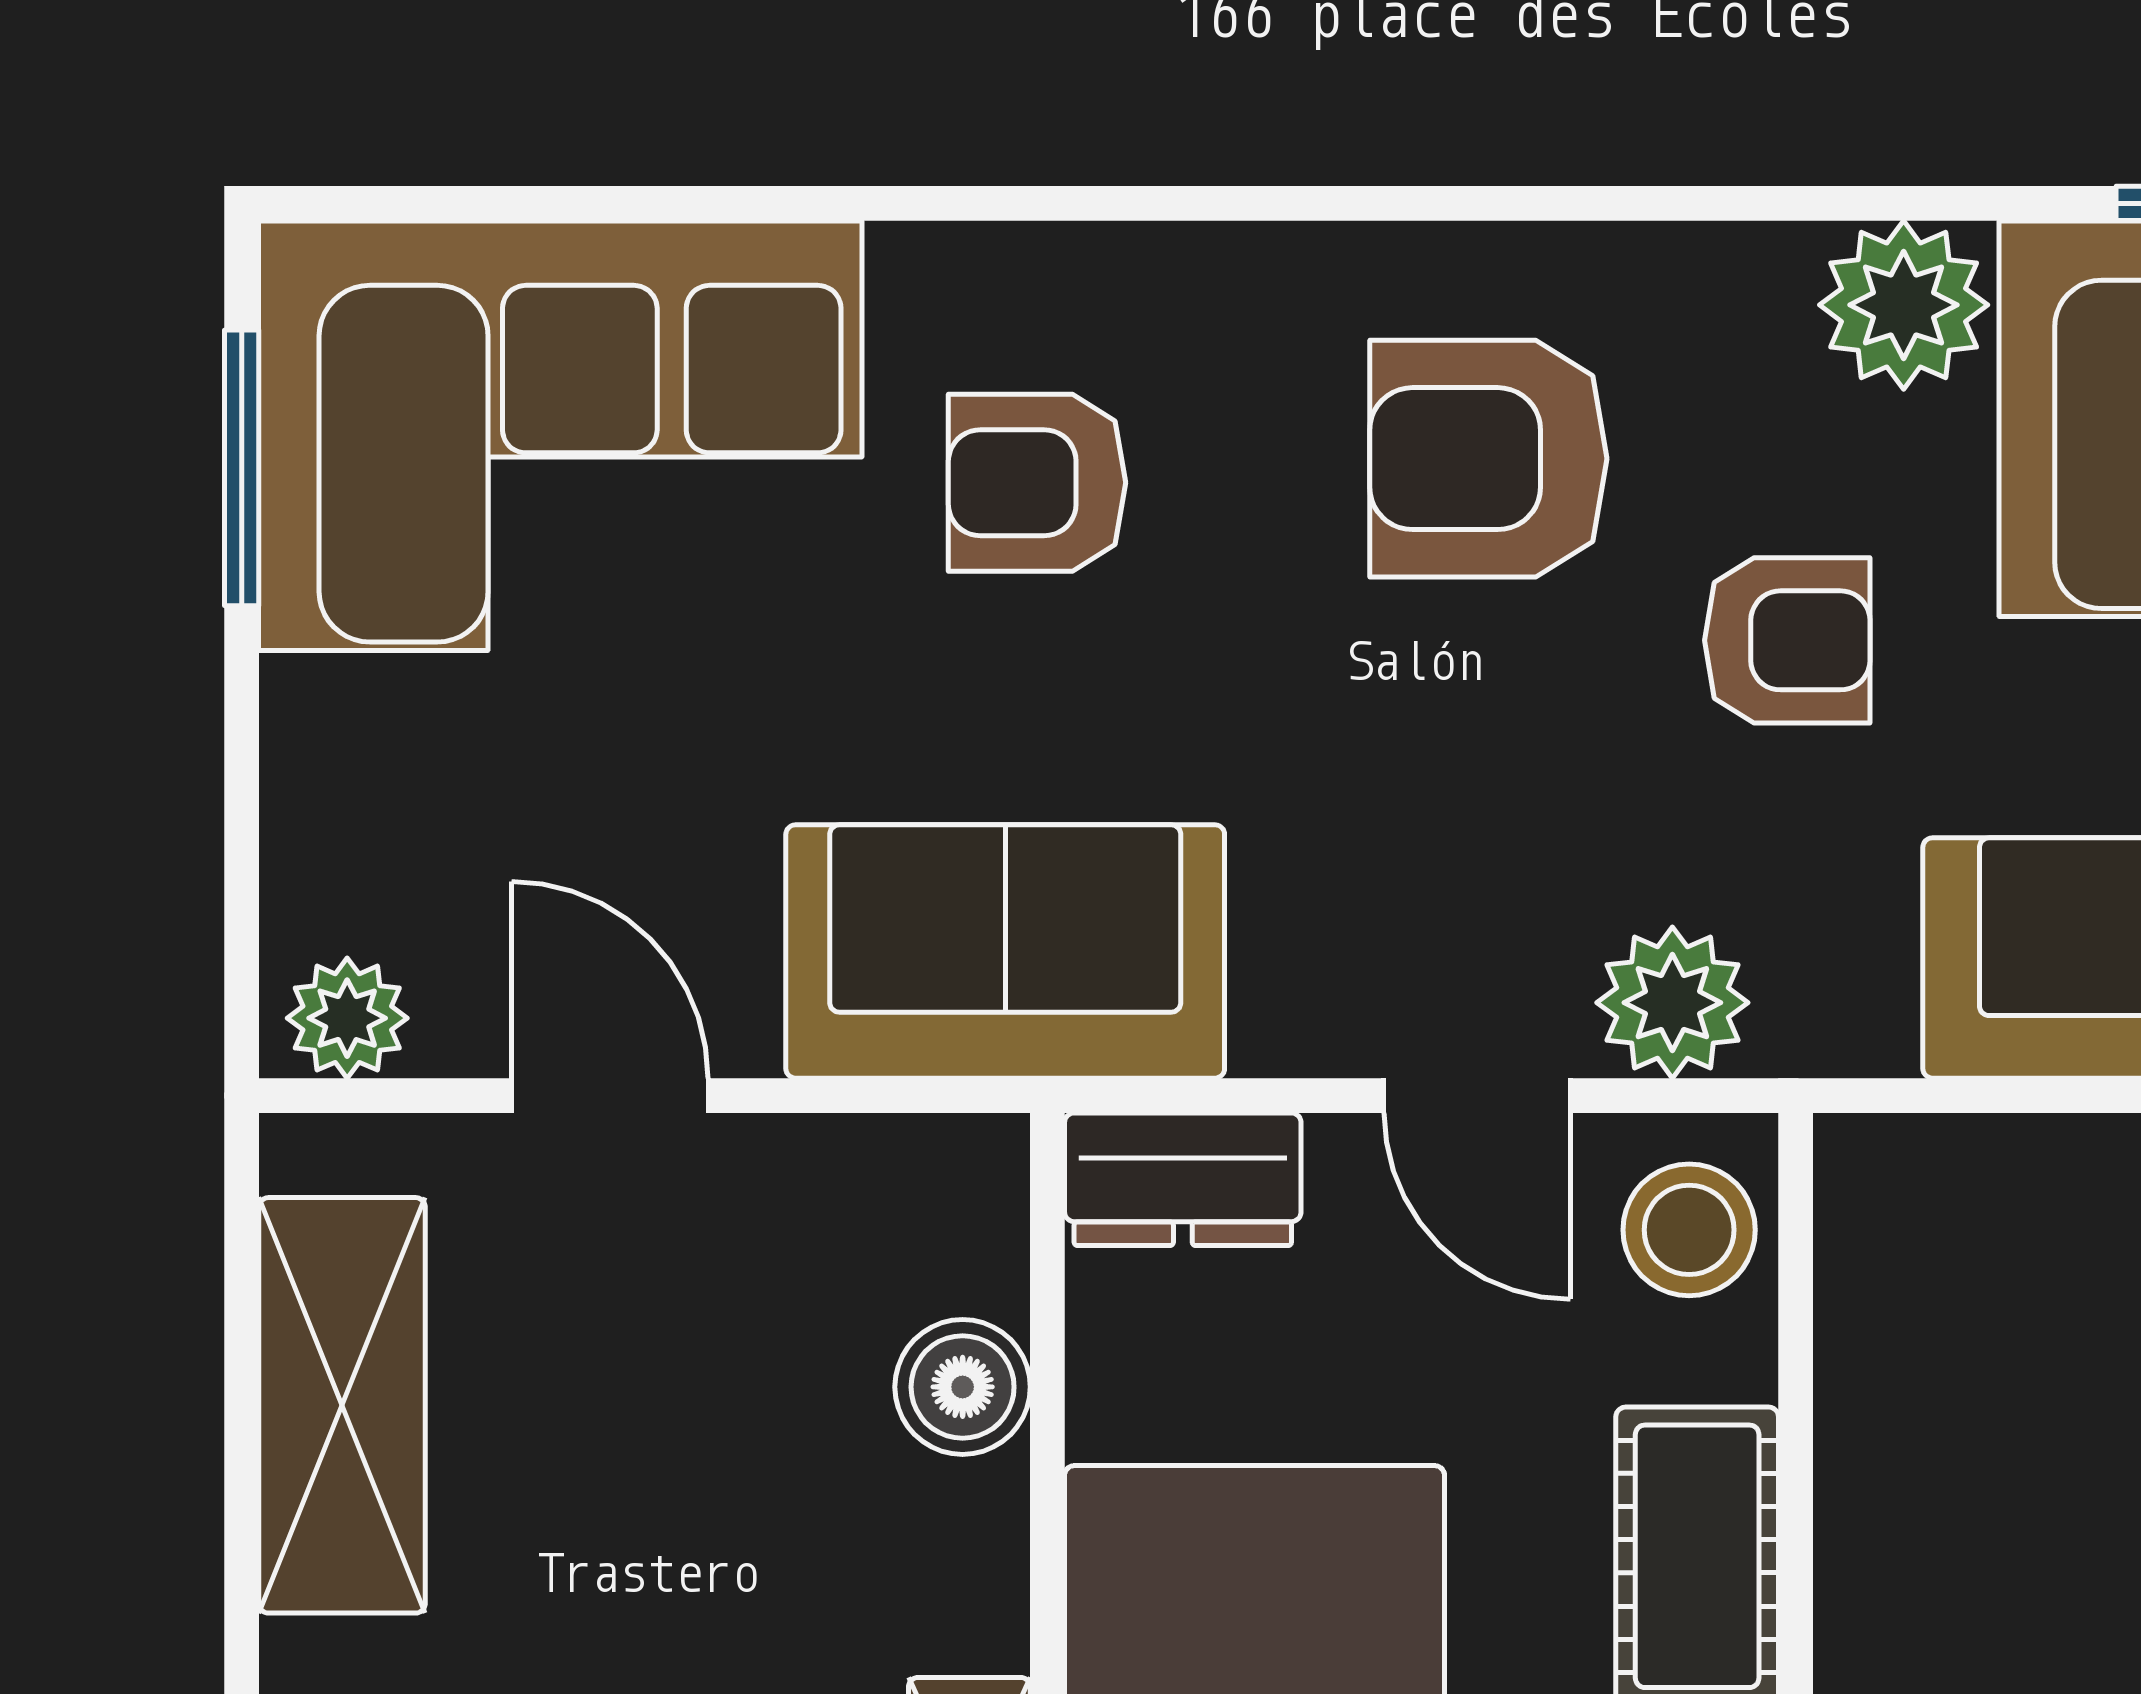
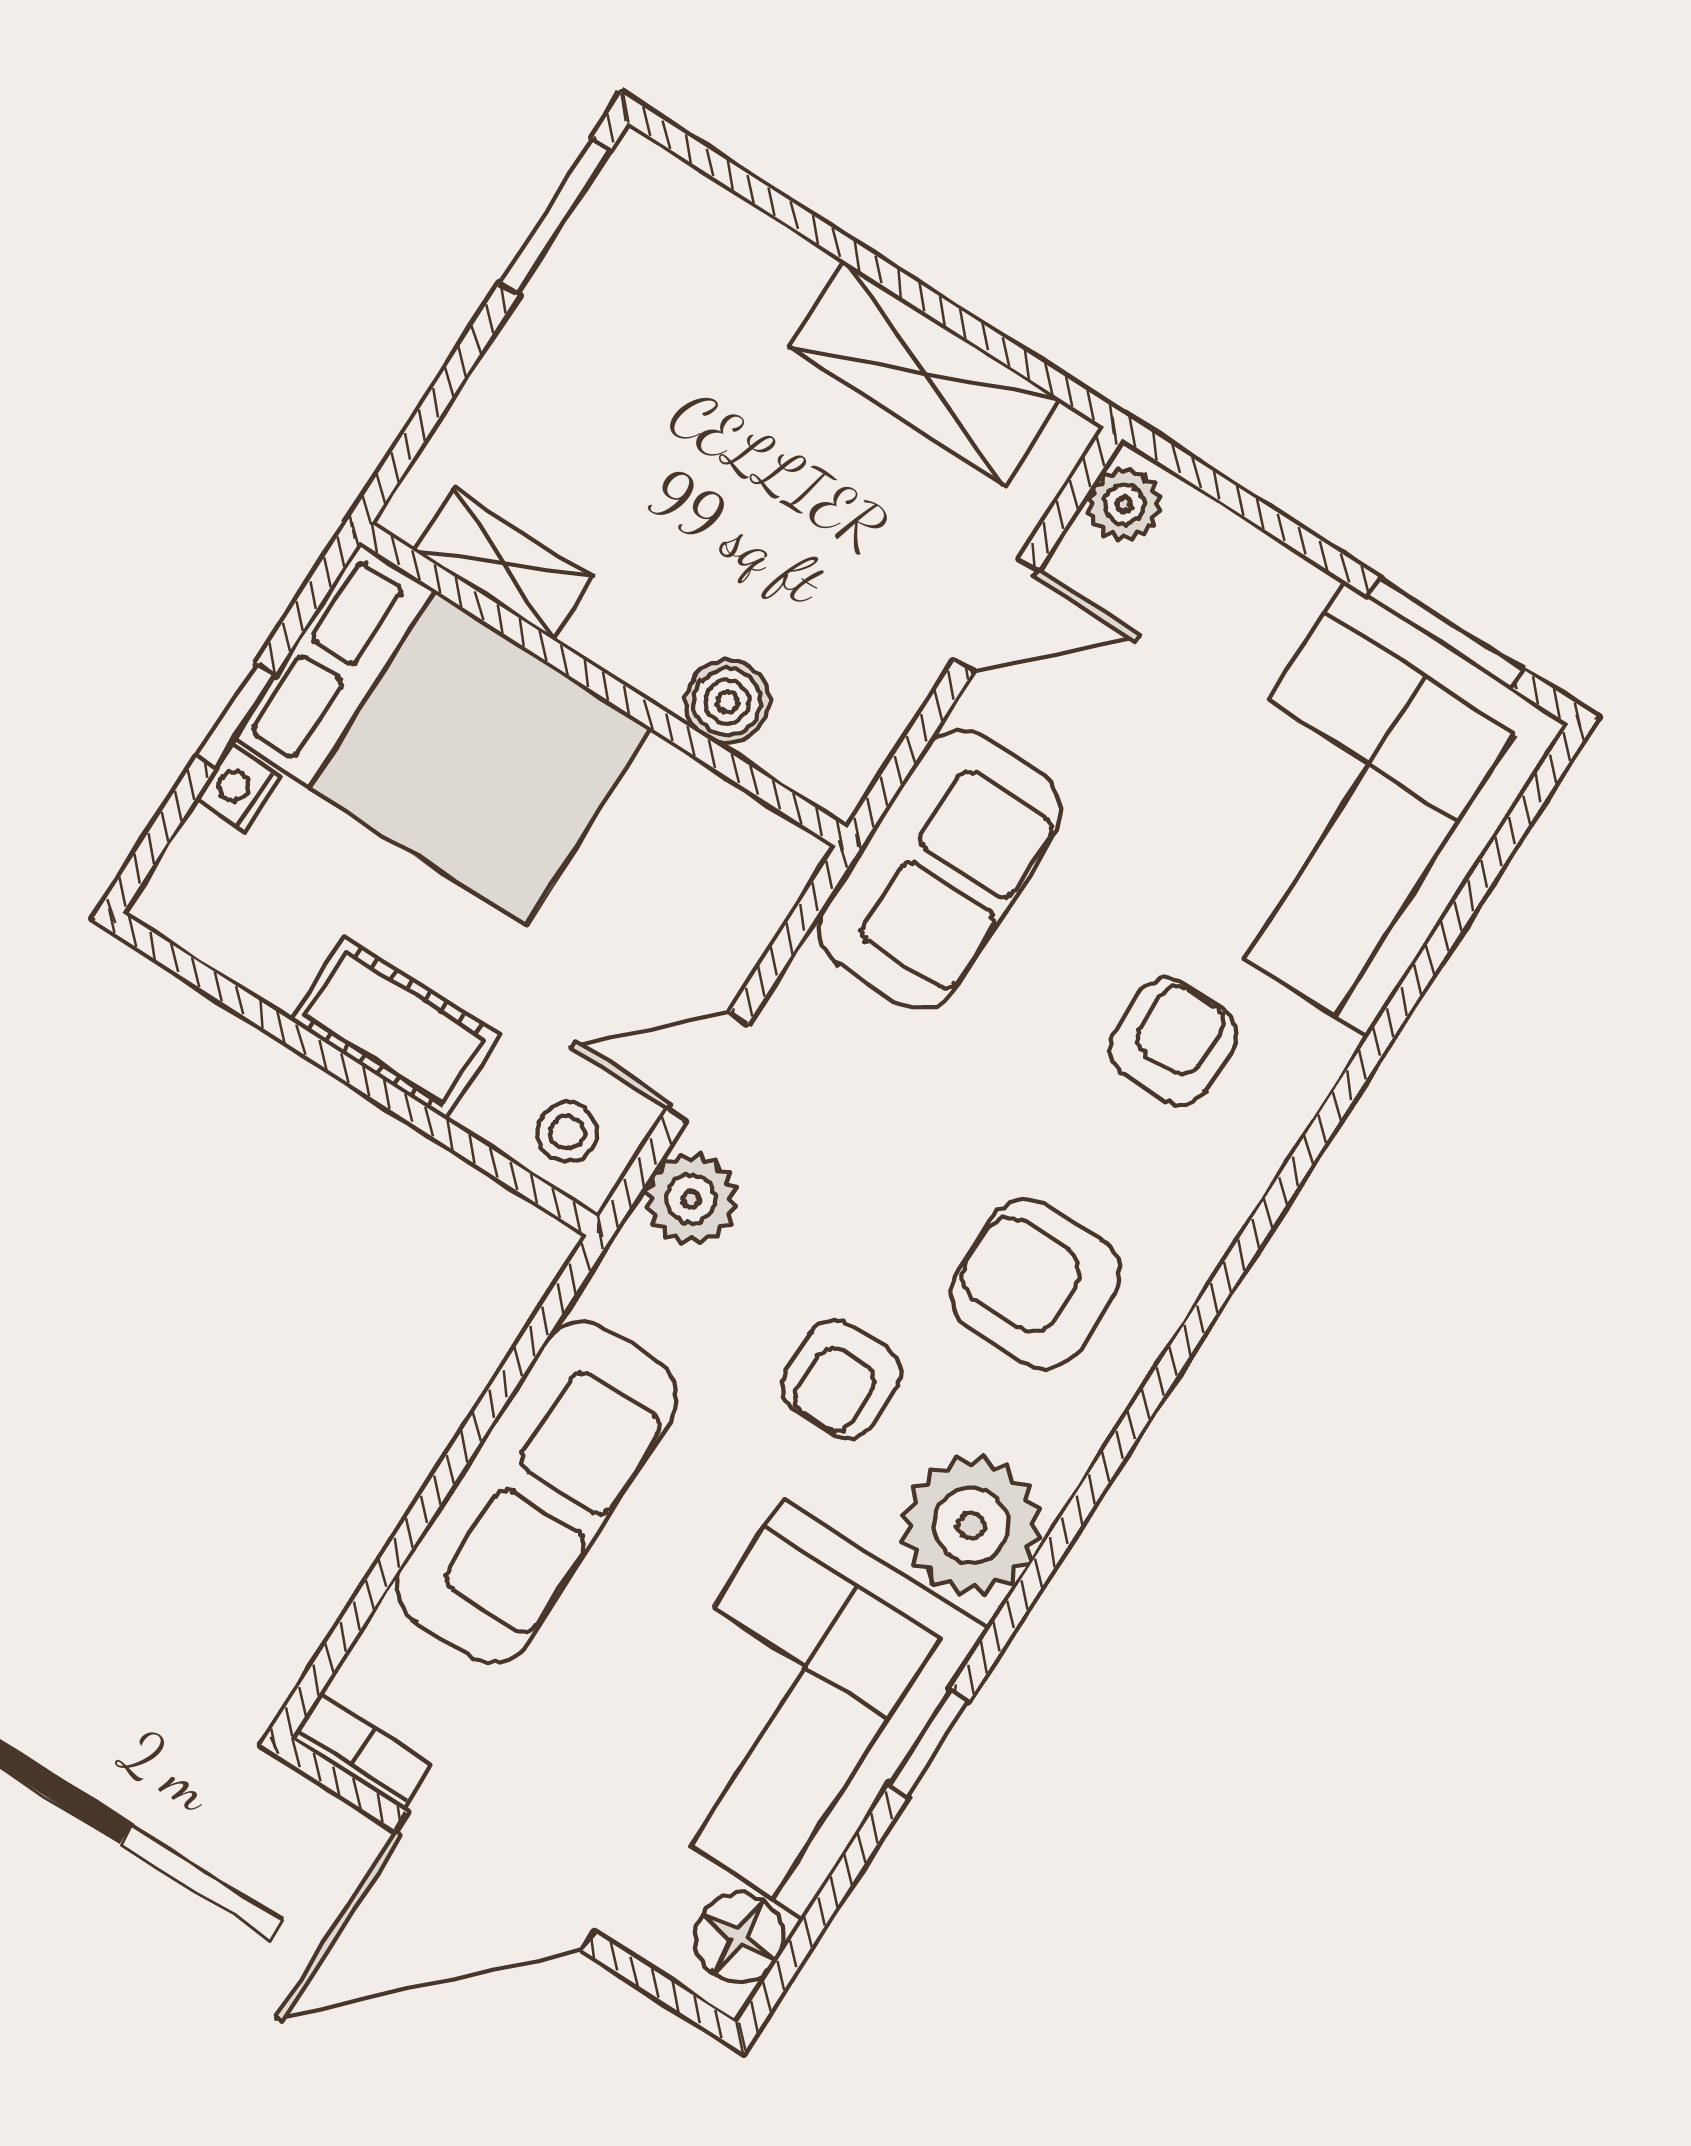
plant: (1904, 305) -> (971, 1525), width x1.36, depth x1.36
armchair: (1488, 459) -> (1035, 1284), turned -90
dresser: (1183, 1179) -> (762, 885), removed
stool: (1689, 1230) -> (567, 1132), width x0.73, depth x0.73

